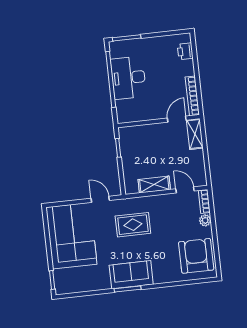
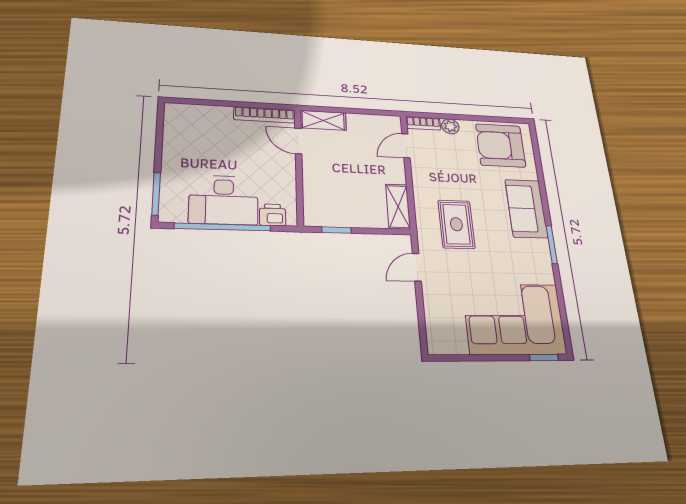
printer: (185, 51) -> (273, 215), moved, turned 180
shelving: (154, 185) -> (398, 207), moved
corner sofa: (71, 236) -> (514, 319), moved
sofa: (131, 275) -> (526, 209), moved

